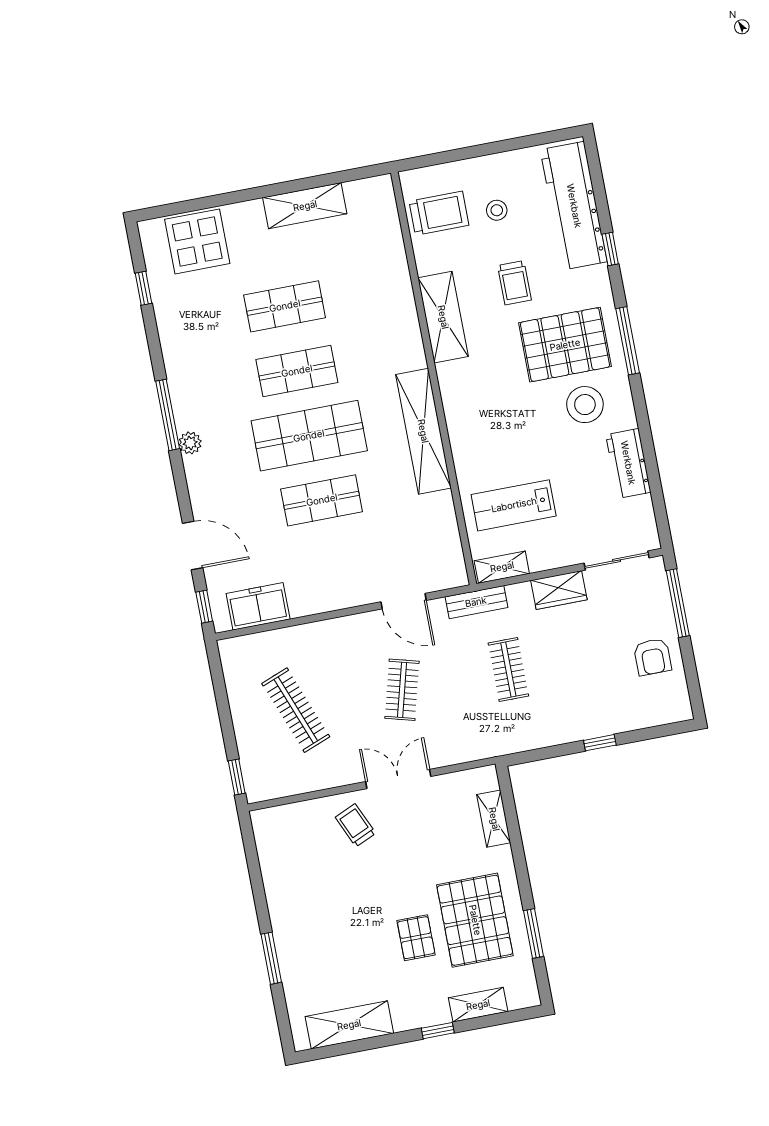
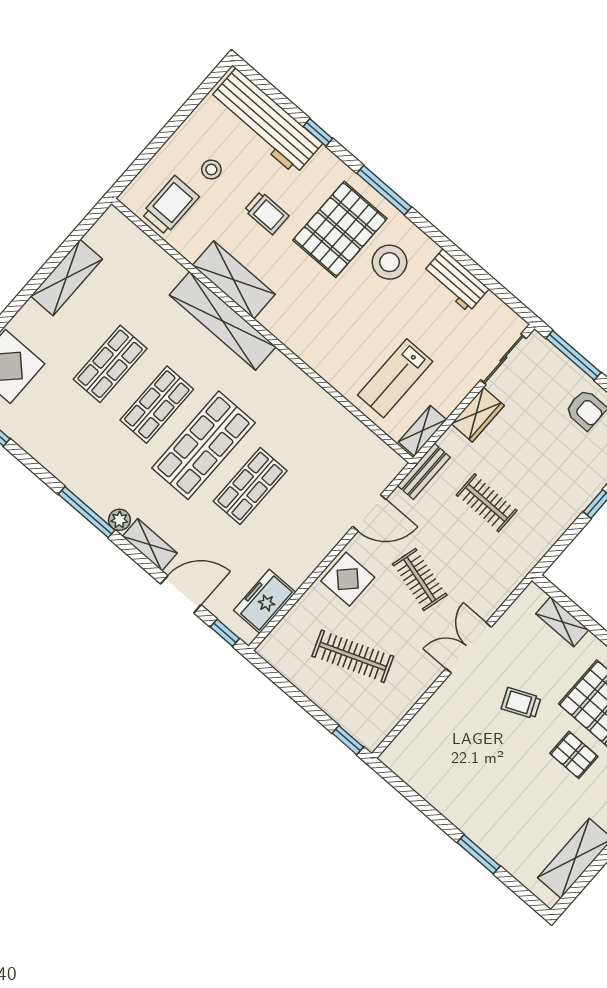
shelving: (423, 431) -> (223, 321), moved
shelving: (199, 484) -> (150, 545), added
display table: (342, 642) -> (348, 579), added
trolley: (355, 825) -> (521, 703), moved

